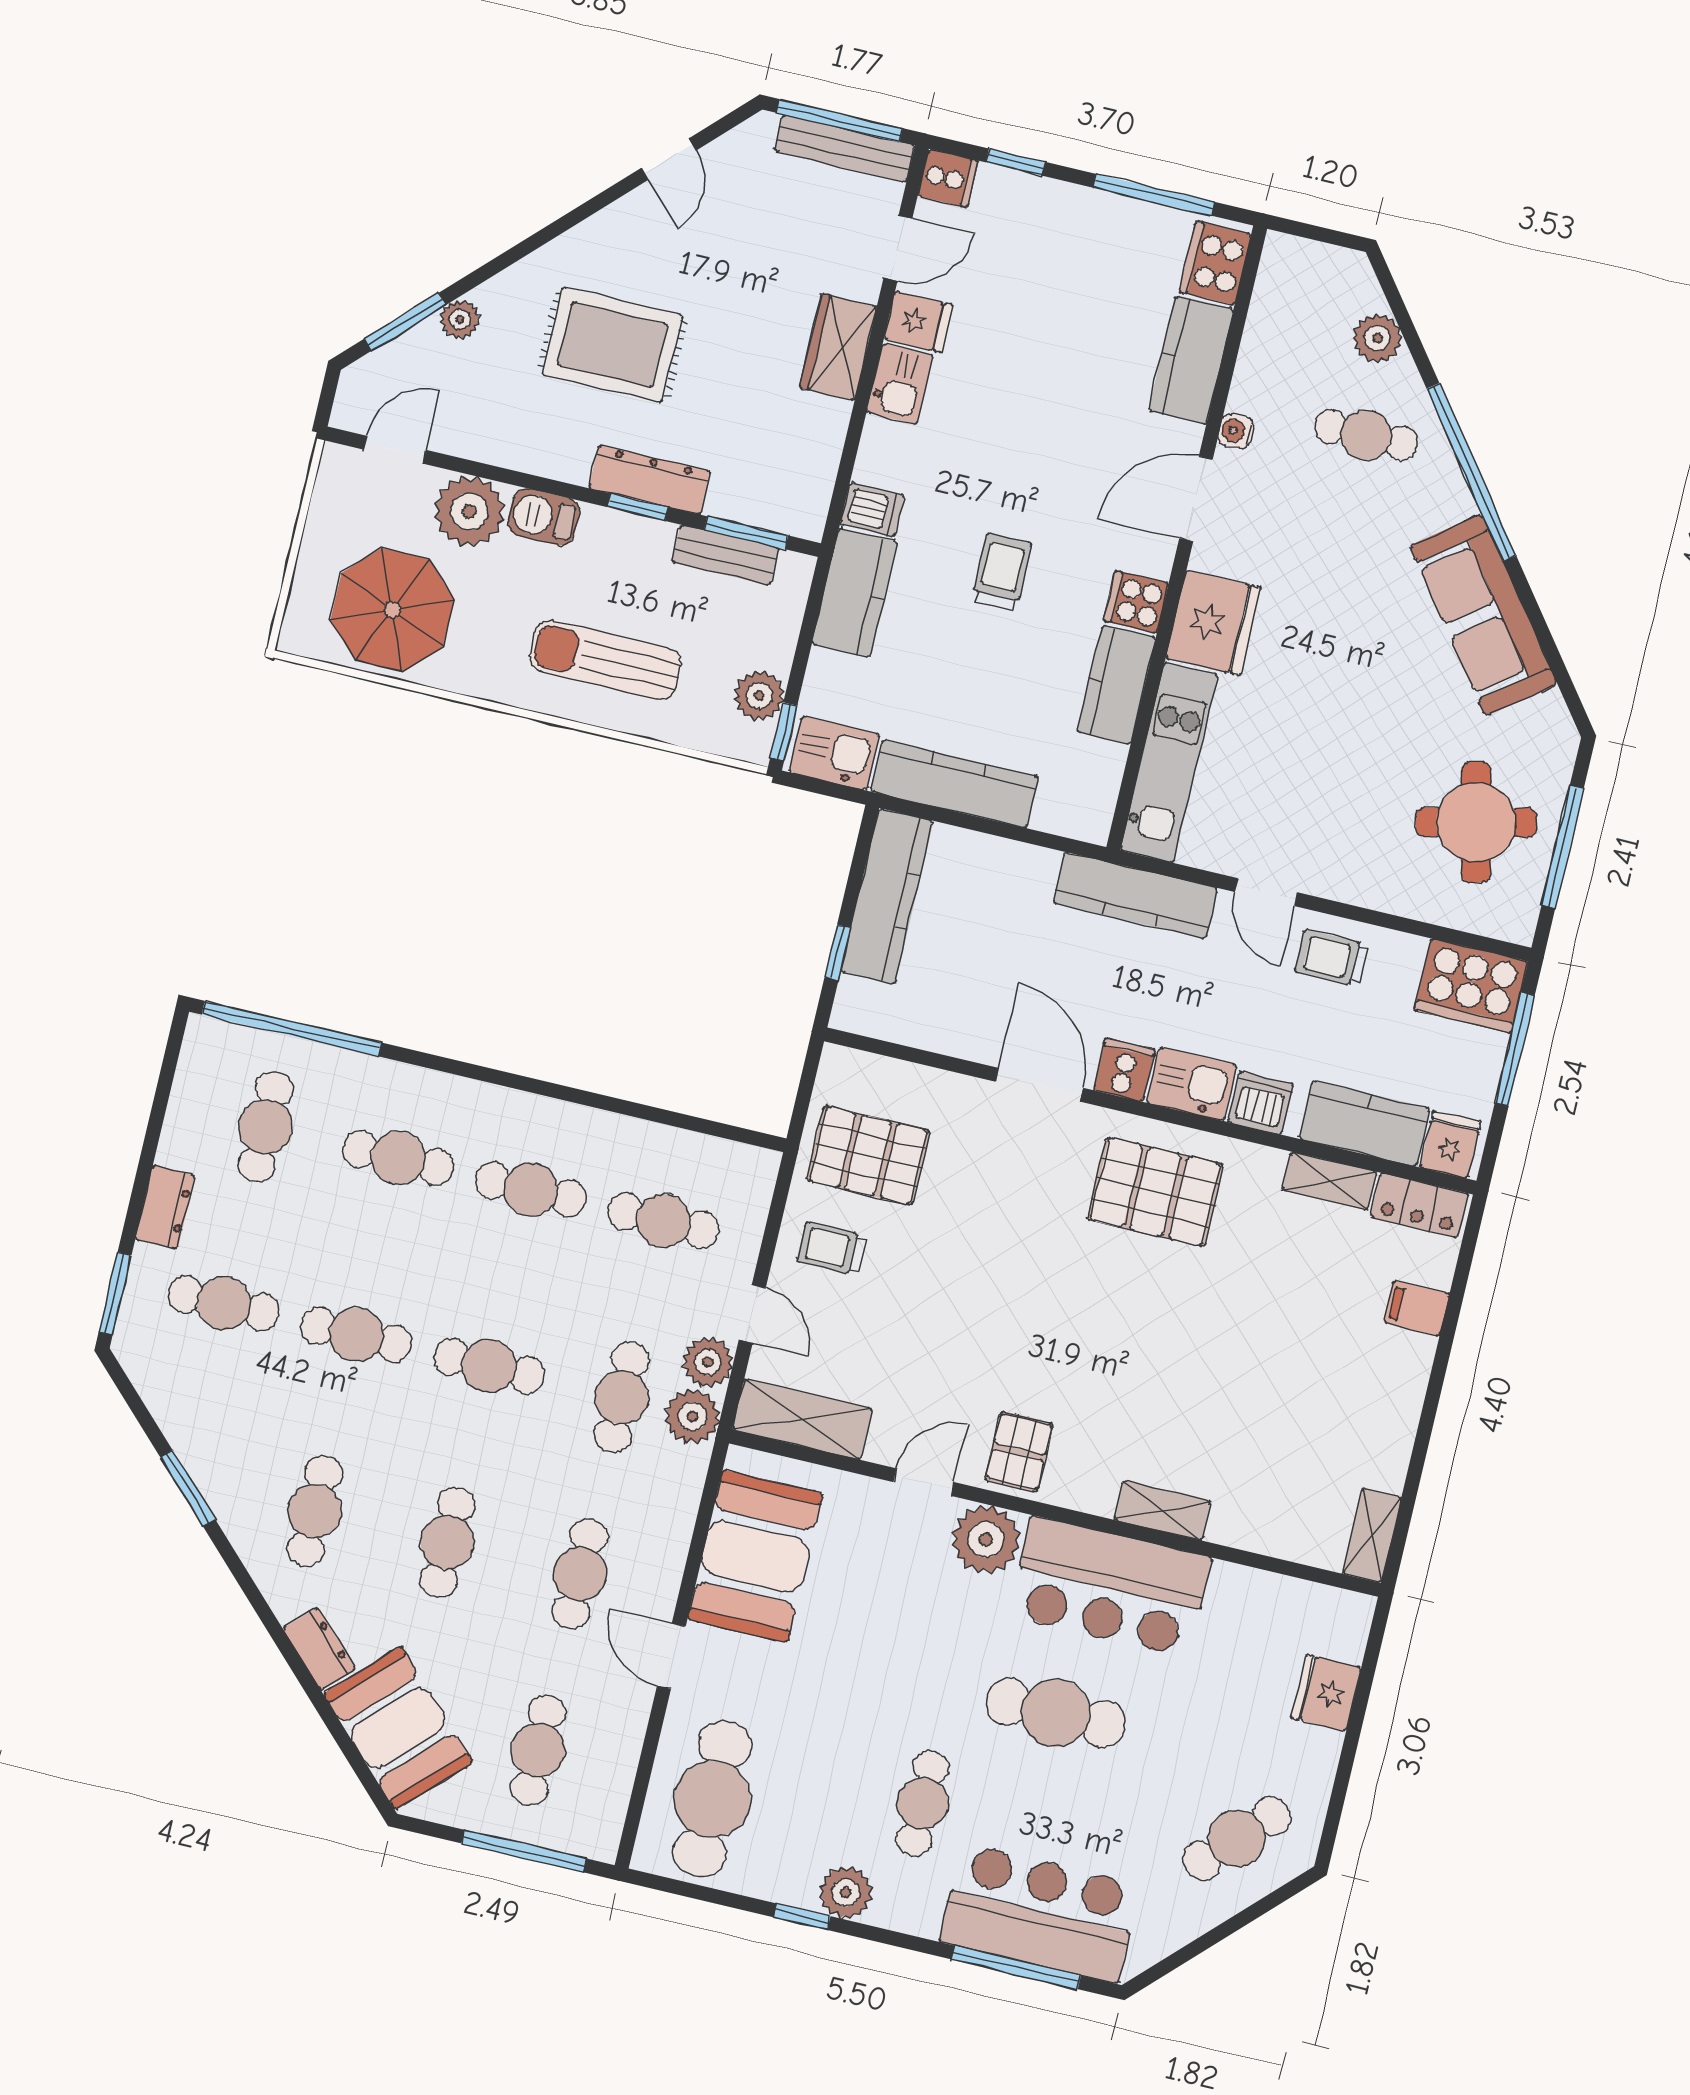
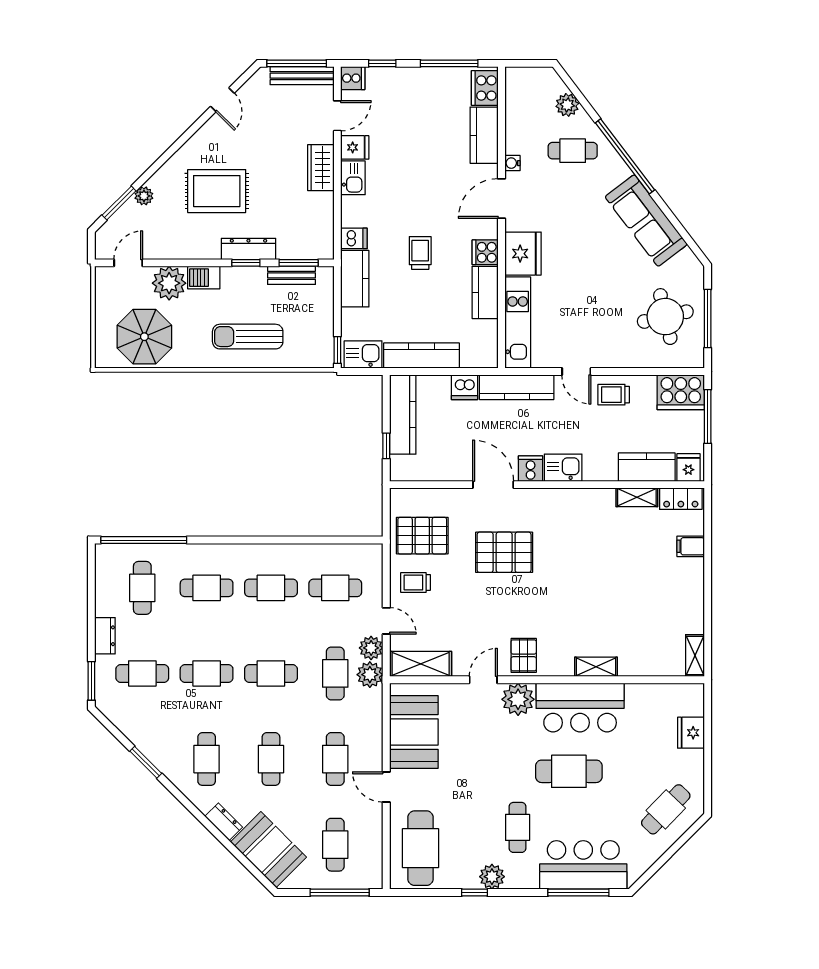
plant: (759, 696) -> (322, 336), removed
dishwasher: (1261, 1103) -> (465, 387), moved, turned 180
pallet: (1155, 1192) -> (504, 552), moved

